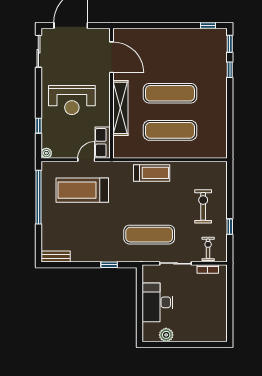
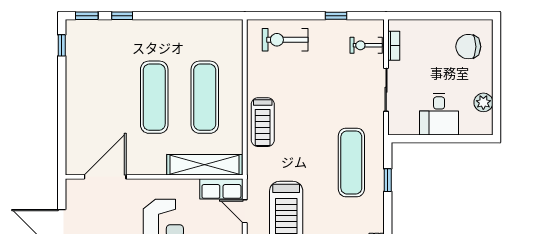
shelving: (120, 108) -> (204, 165), moved
treadmill: (152, 173) -> (263, 122), turned 180
exercise bike: (203, 206) -> (285, 40), moved
exercise mat: (149, 235) -> (351, 162), moved
desk: (157, 302) -> (439, 114), width x0.73
chair: (207, 324) -> (468, 47), added

